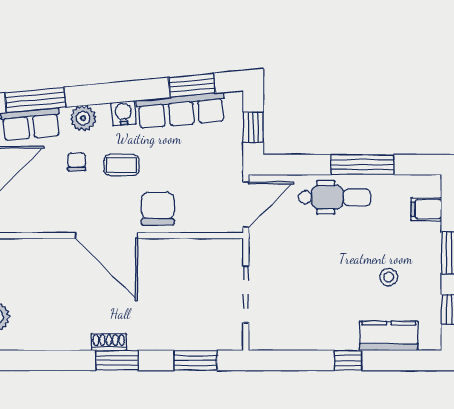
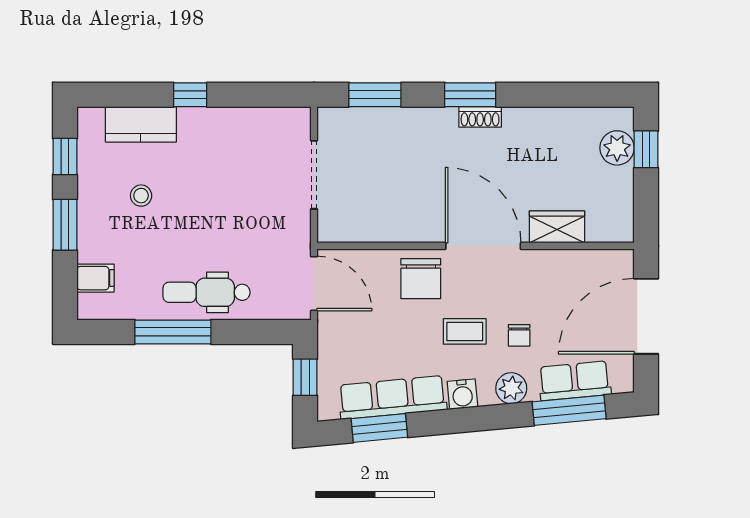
door: (246, 205) -> (314, 284), swing flipped
wardrobe: (45, 251) -> (557, 227), added

